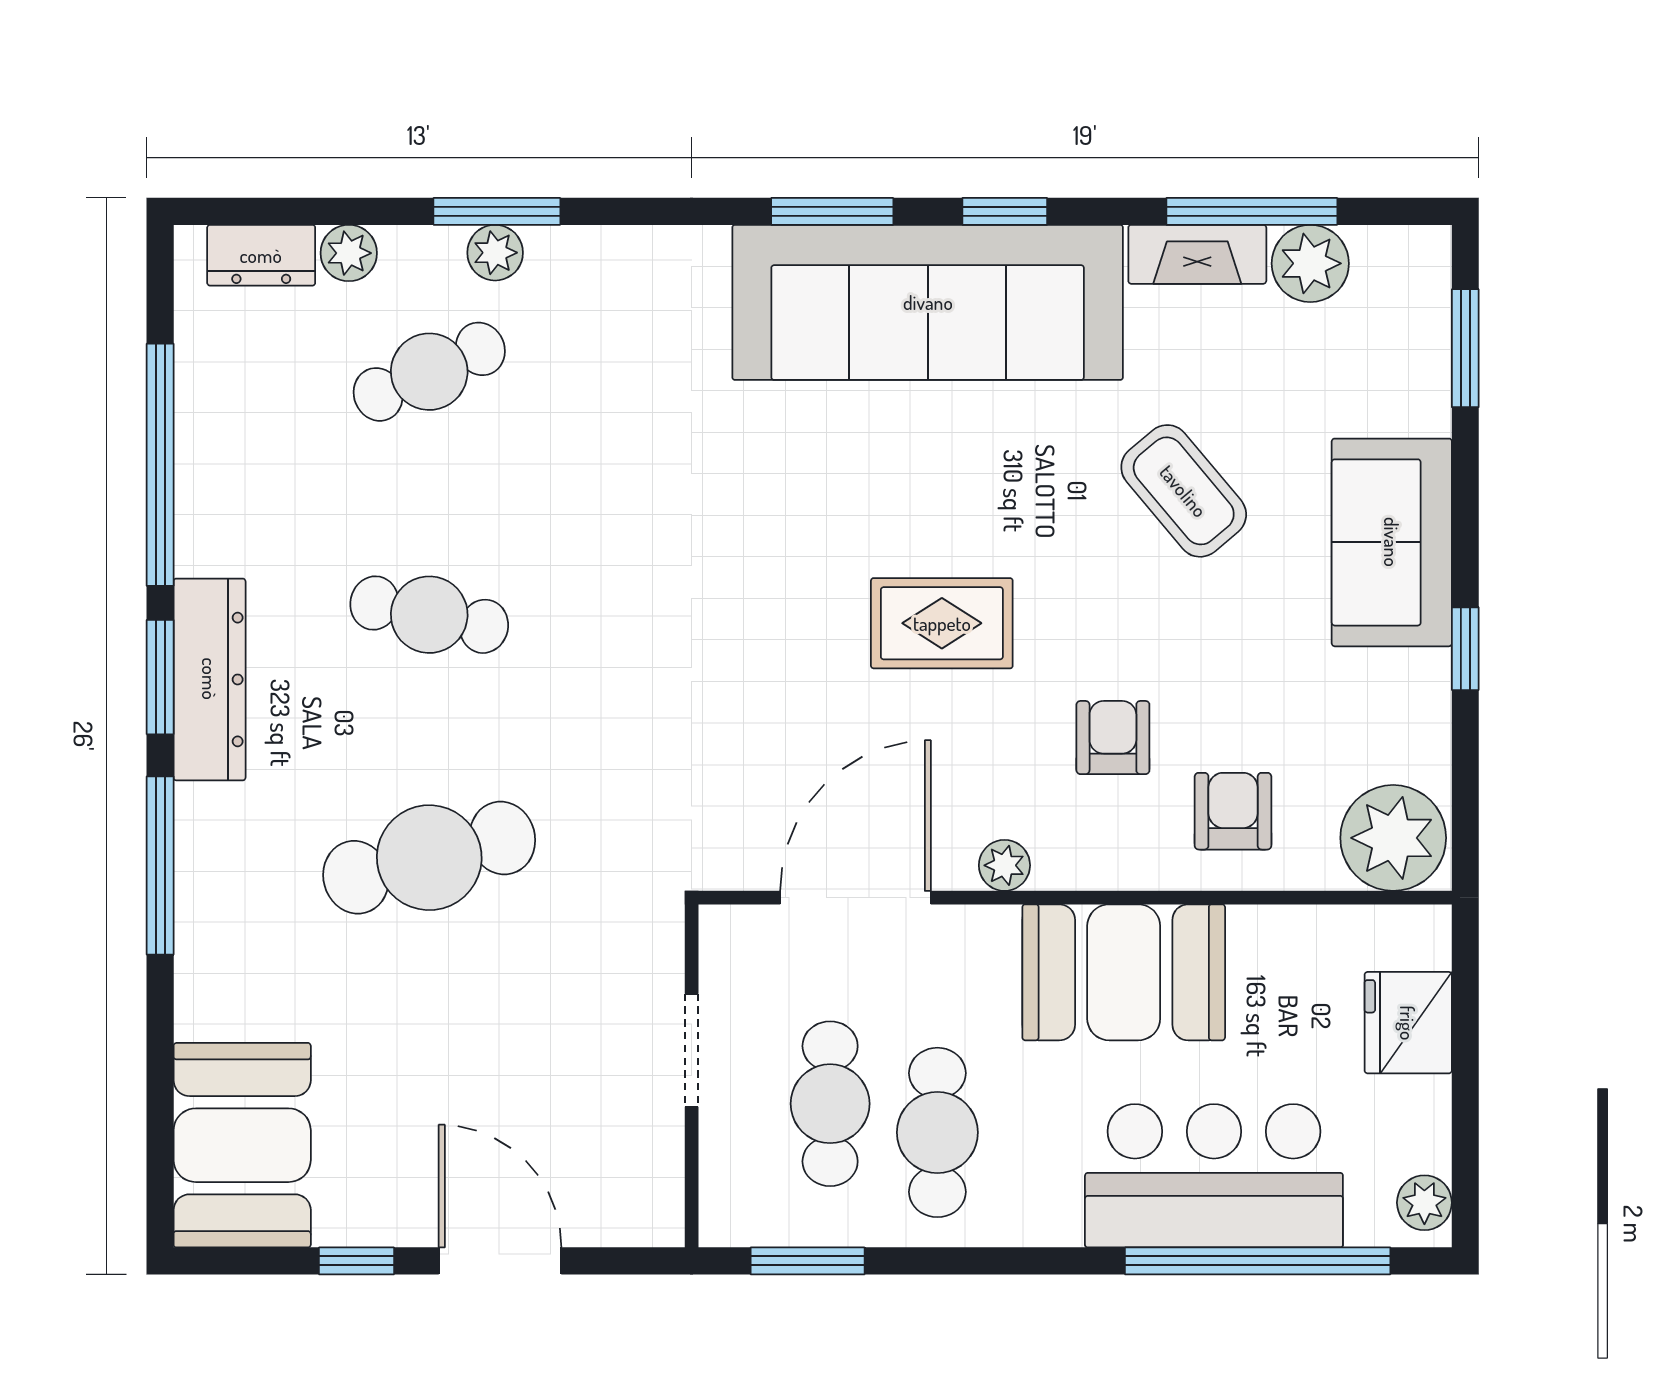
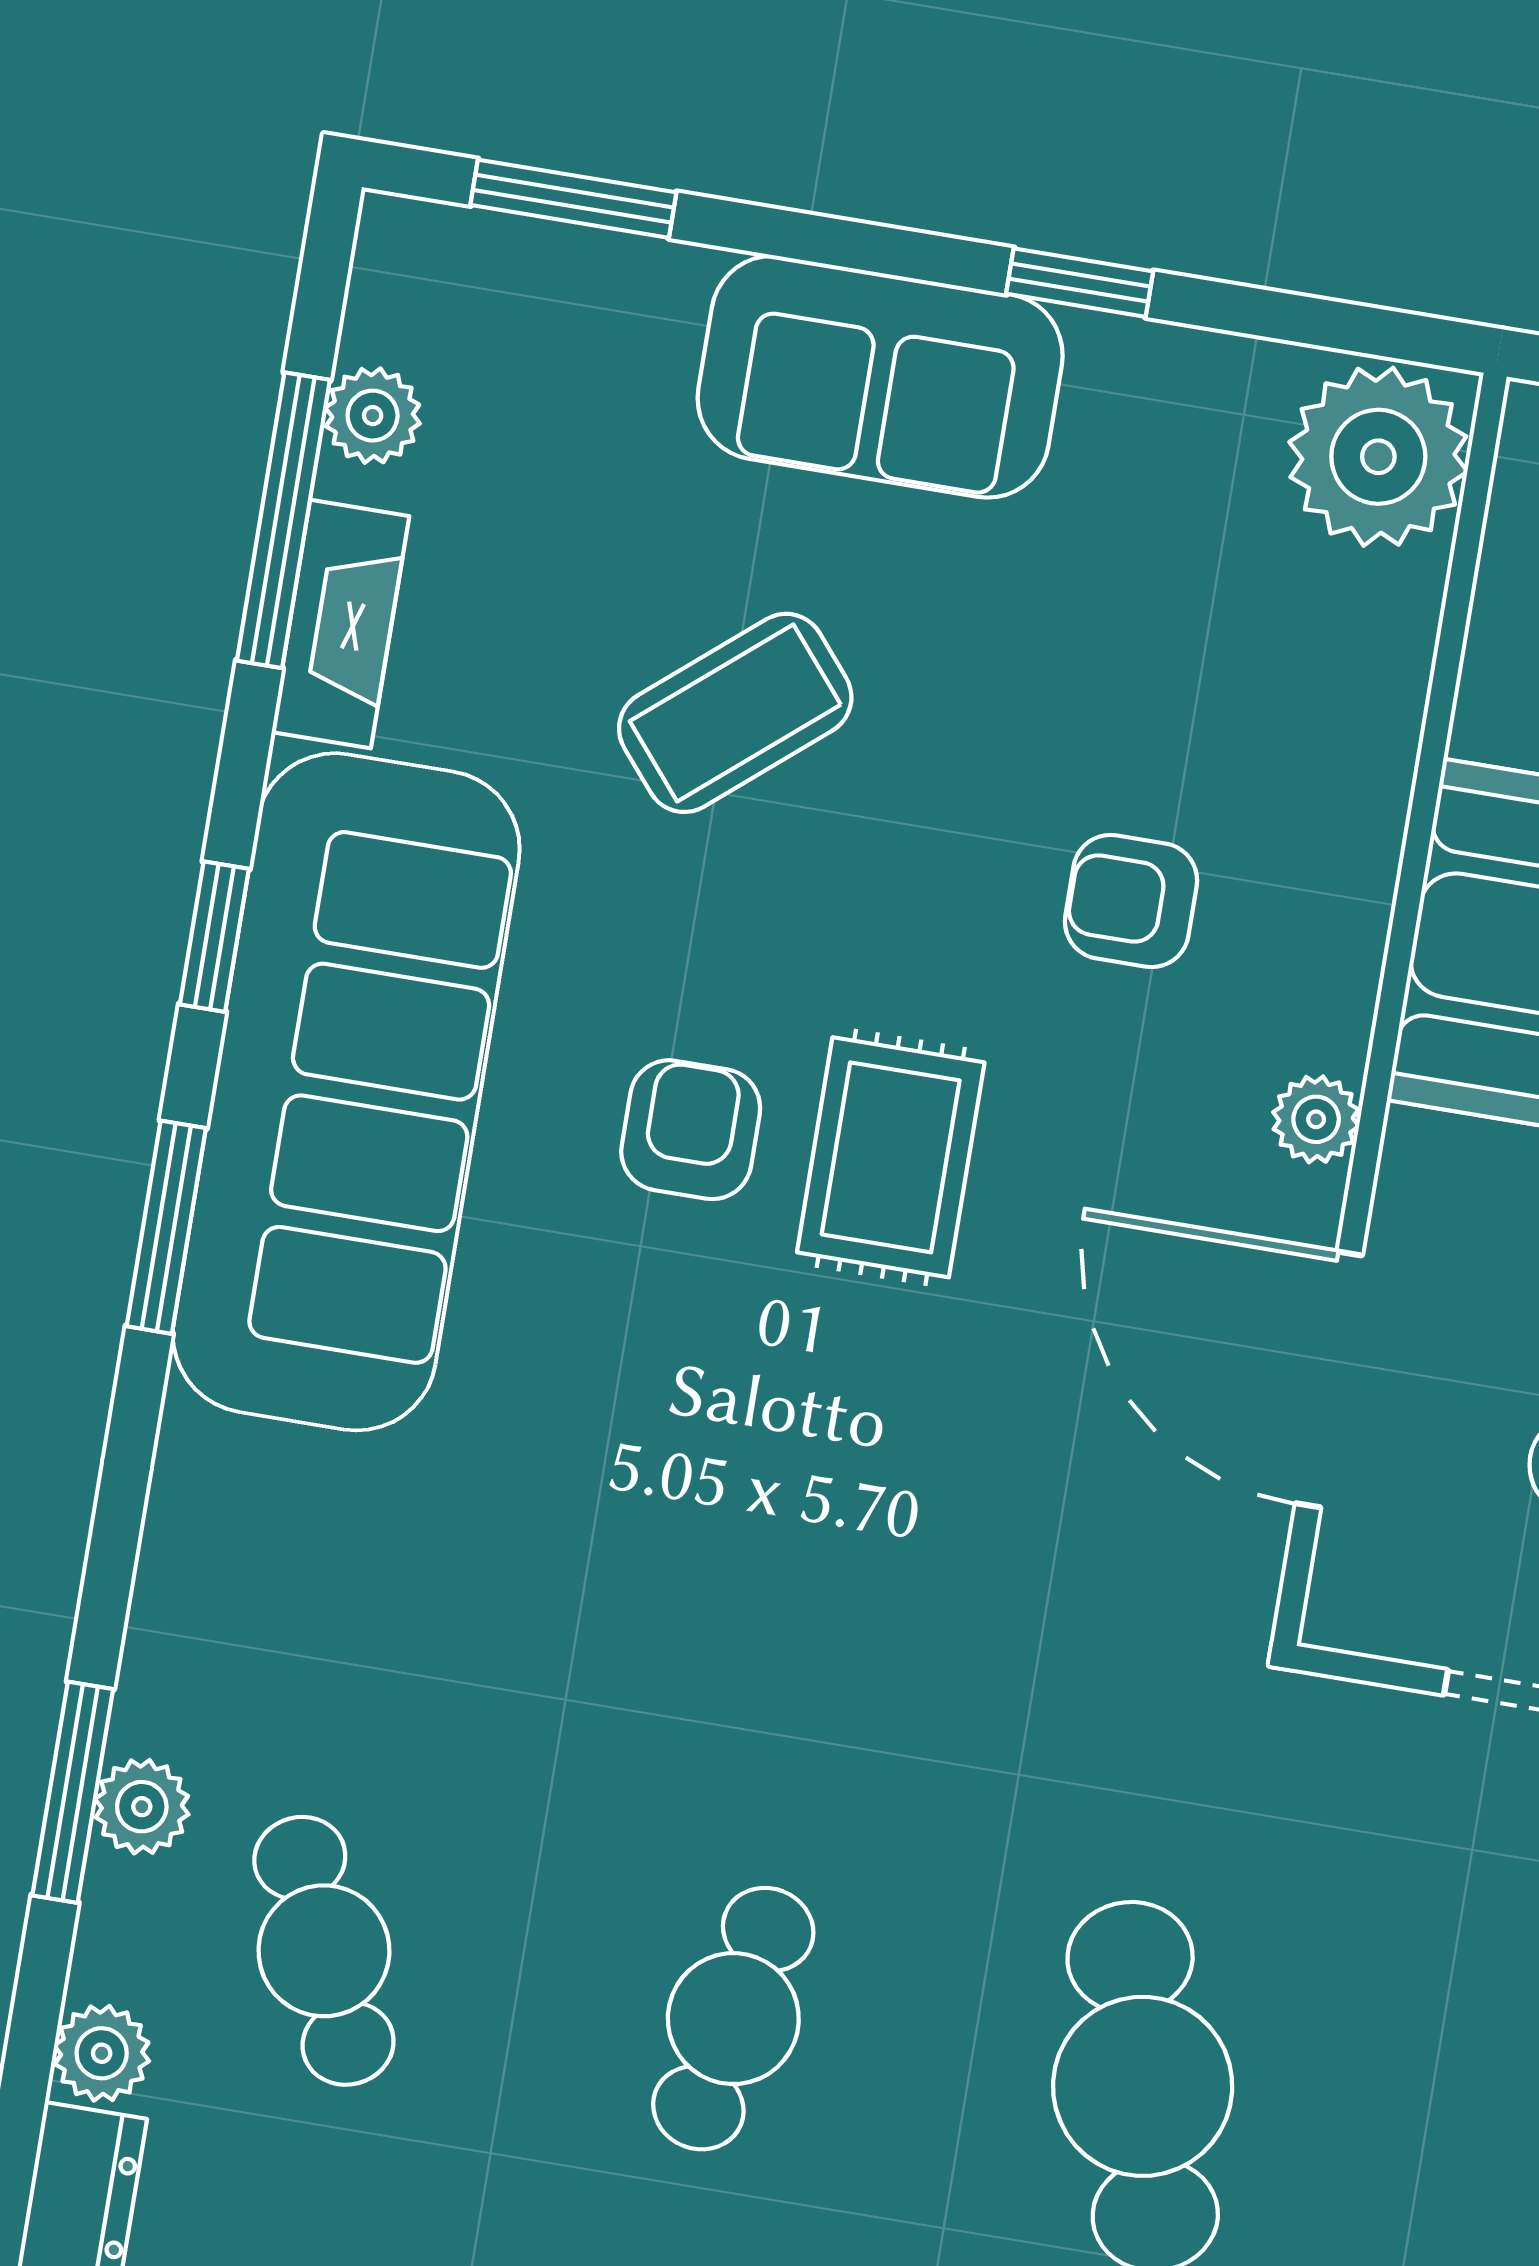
plant: (1310, 263) -> (373, 416), width x0.73, depth x0.73
armchair: (1233, 811) -> (691, 1130), moved, turned 90

